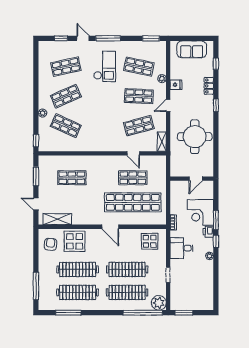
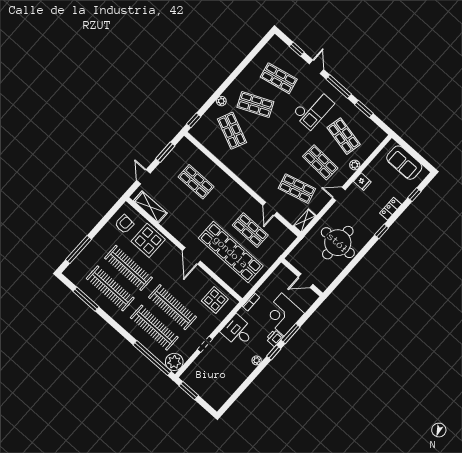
window: (151, 38) -> (364, 109), moved

